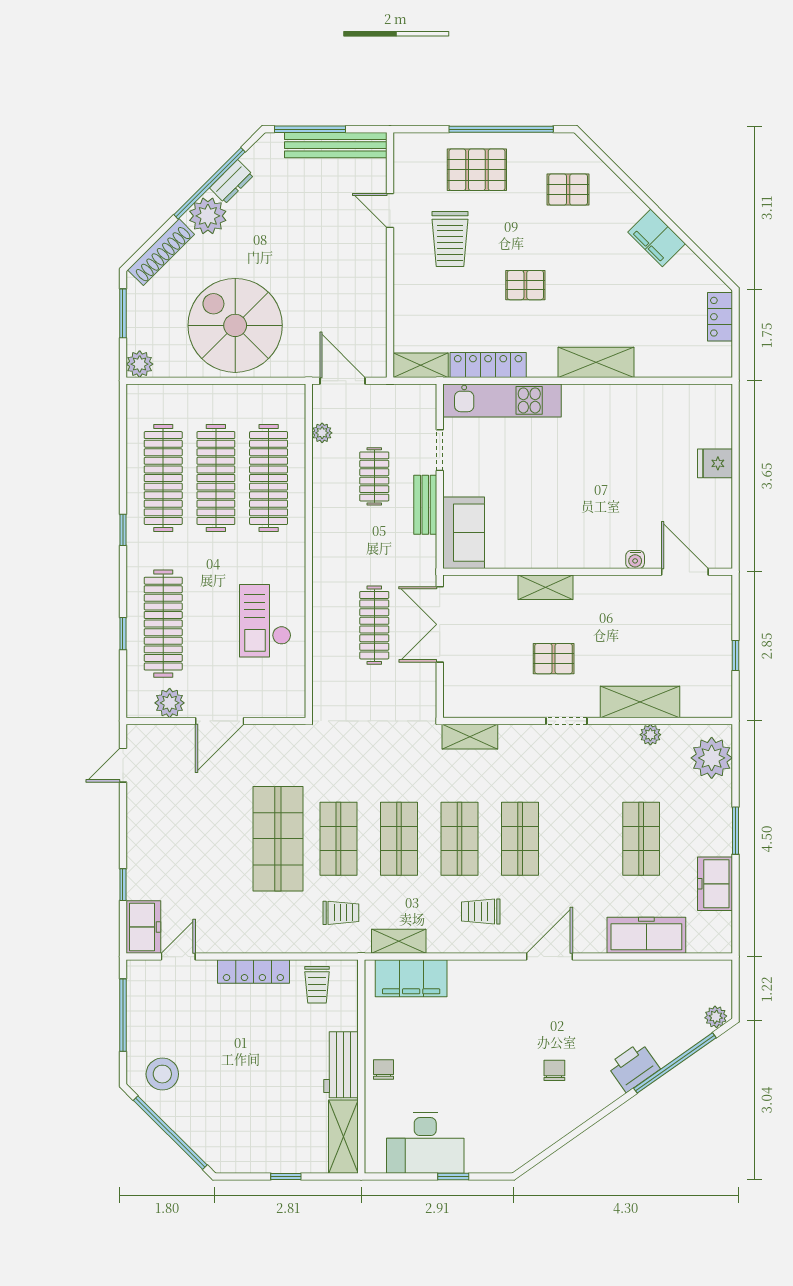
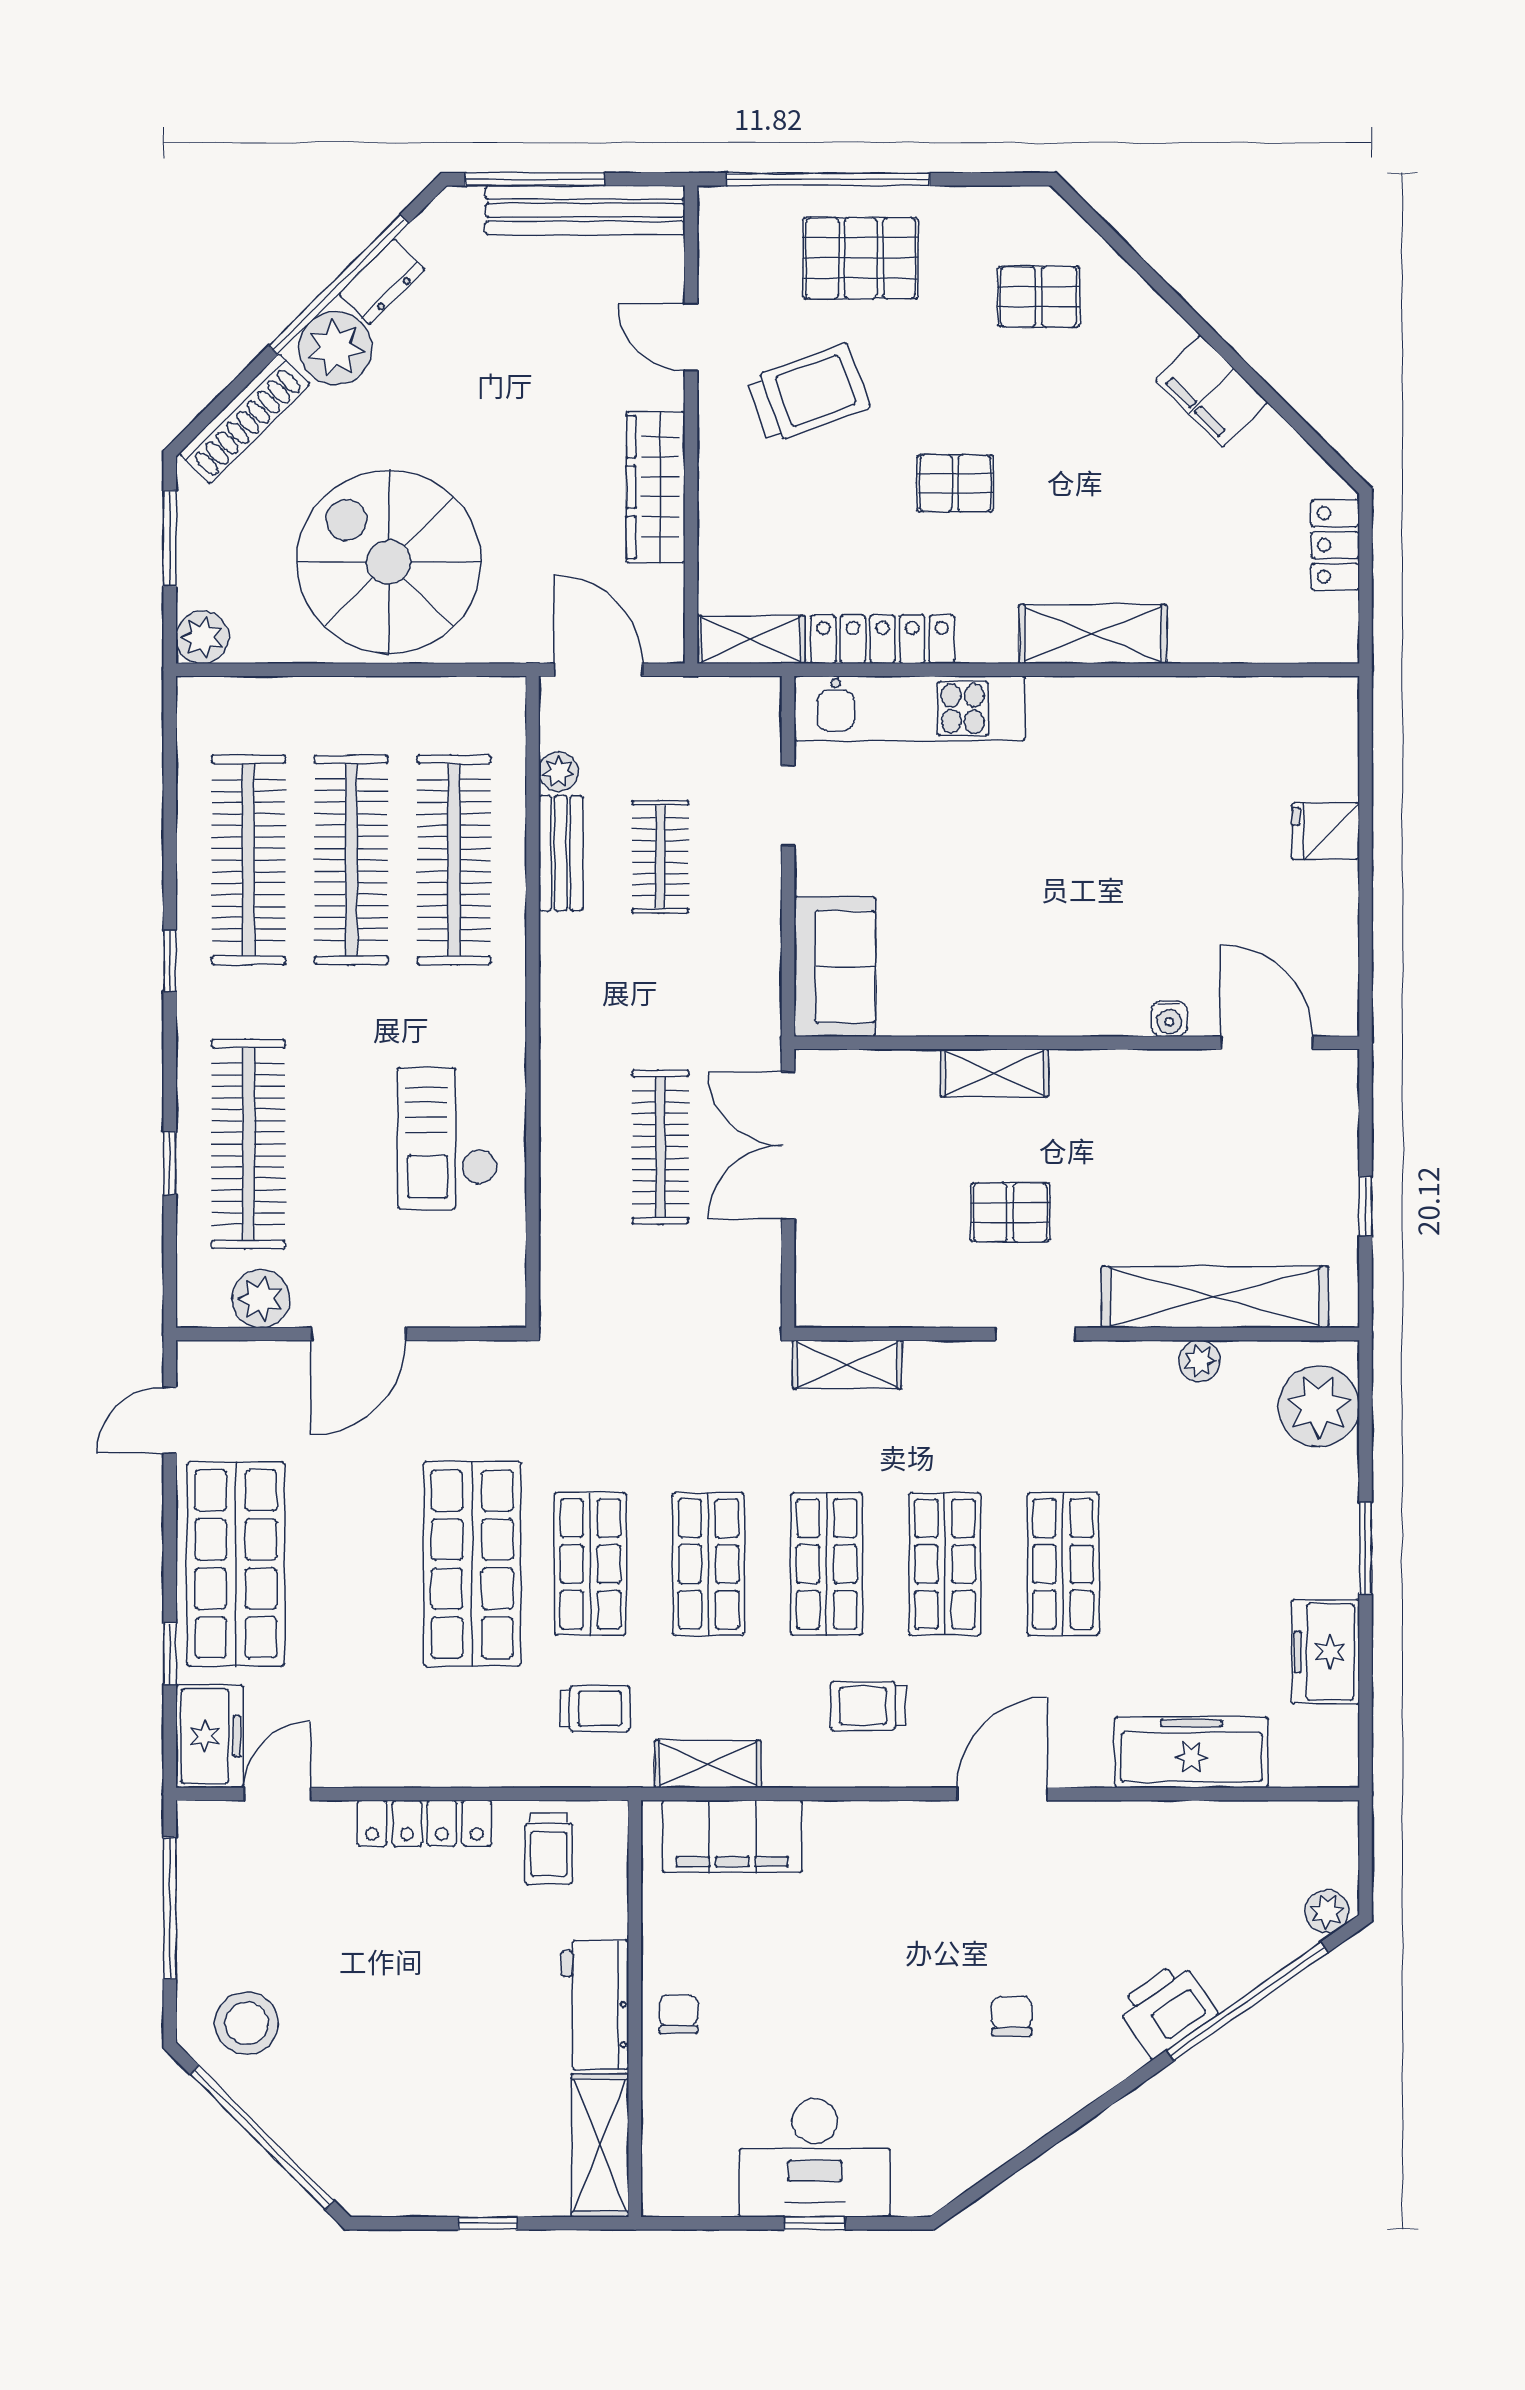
window: (501, 129) -> (828, 179), moved
trolley: (450, 239) -> (808, 393), turned -110
wardrobe: (372, 287) -> (656, 487), added
bench: (425, 505) -> (561, 853), moved
shelving: (640, 702) -> (1215, 1297), width x1.47
shop shelf: (157, 839) -> (236, 1564), added
shop shelf: (641, 839) -> (1063, 1564), moved
desk: (425, 1143) -> (815, 2158), moved

